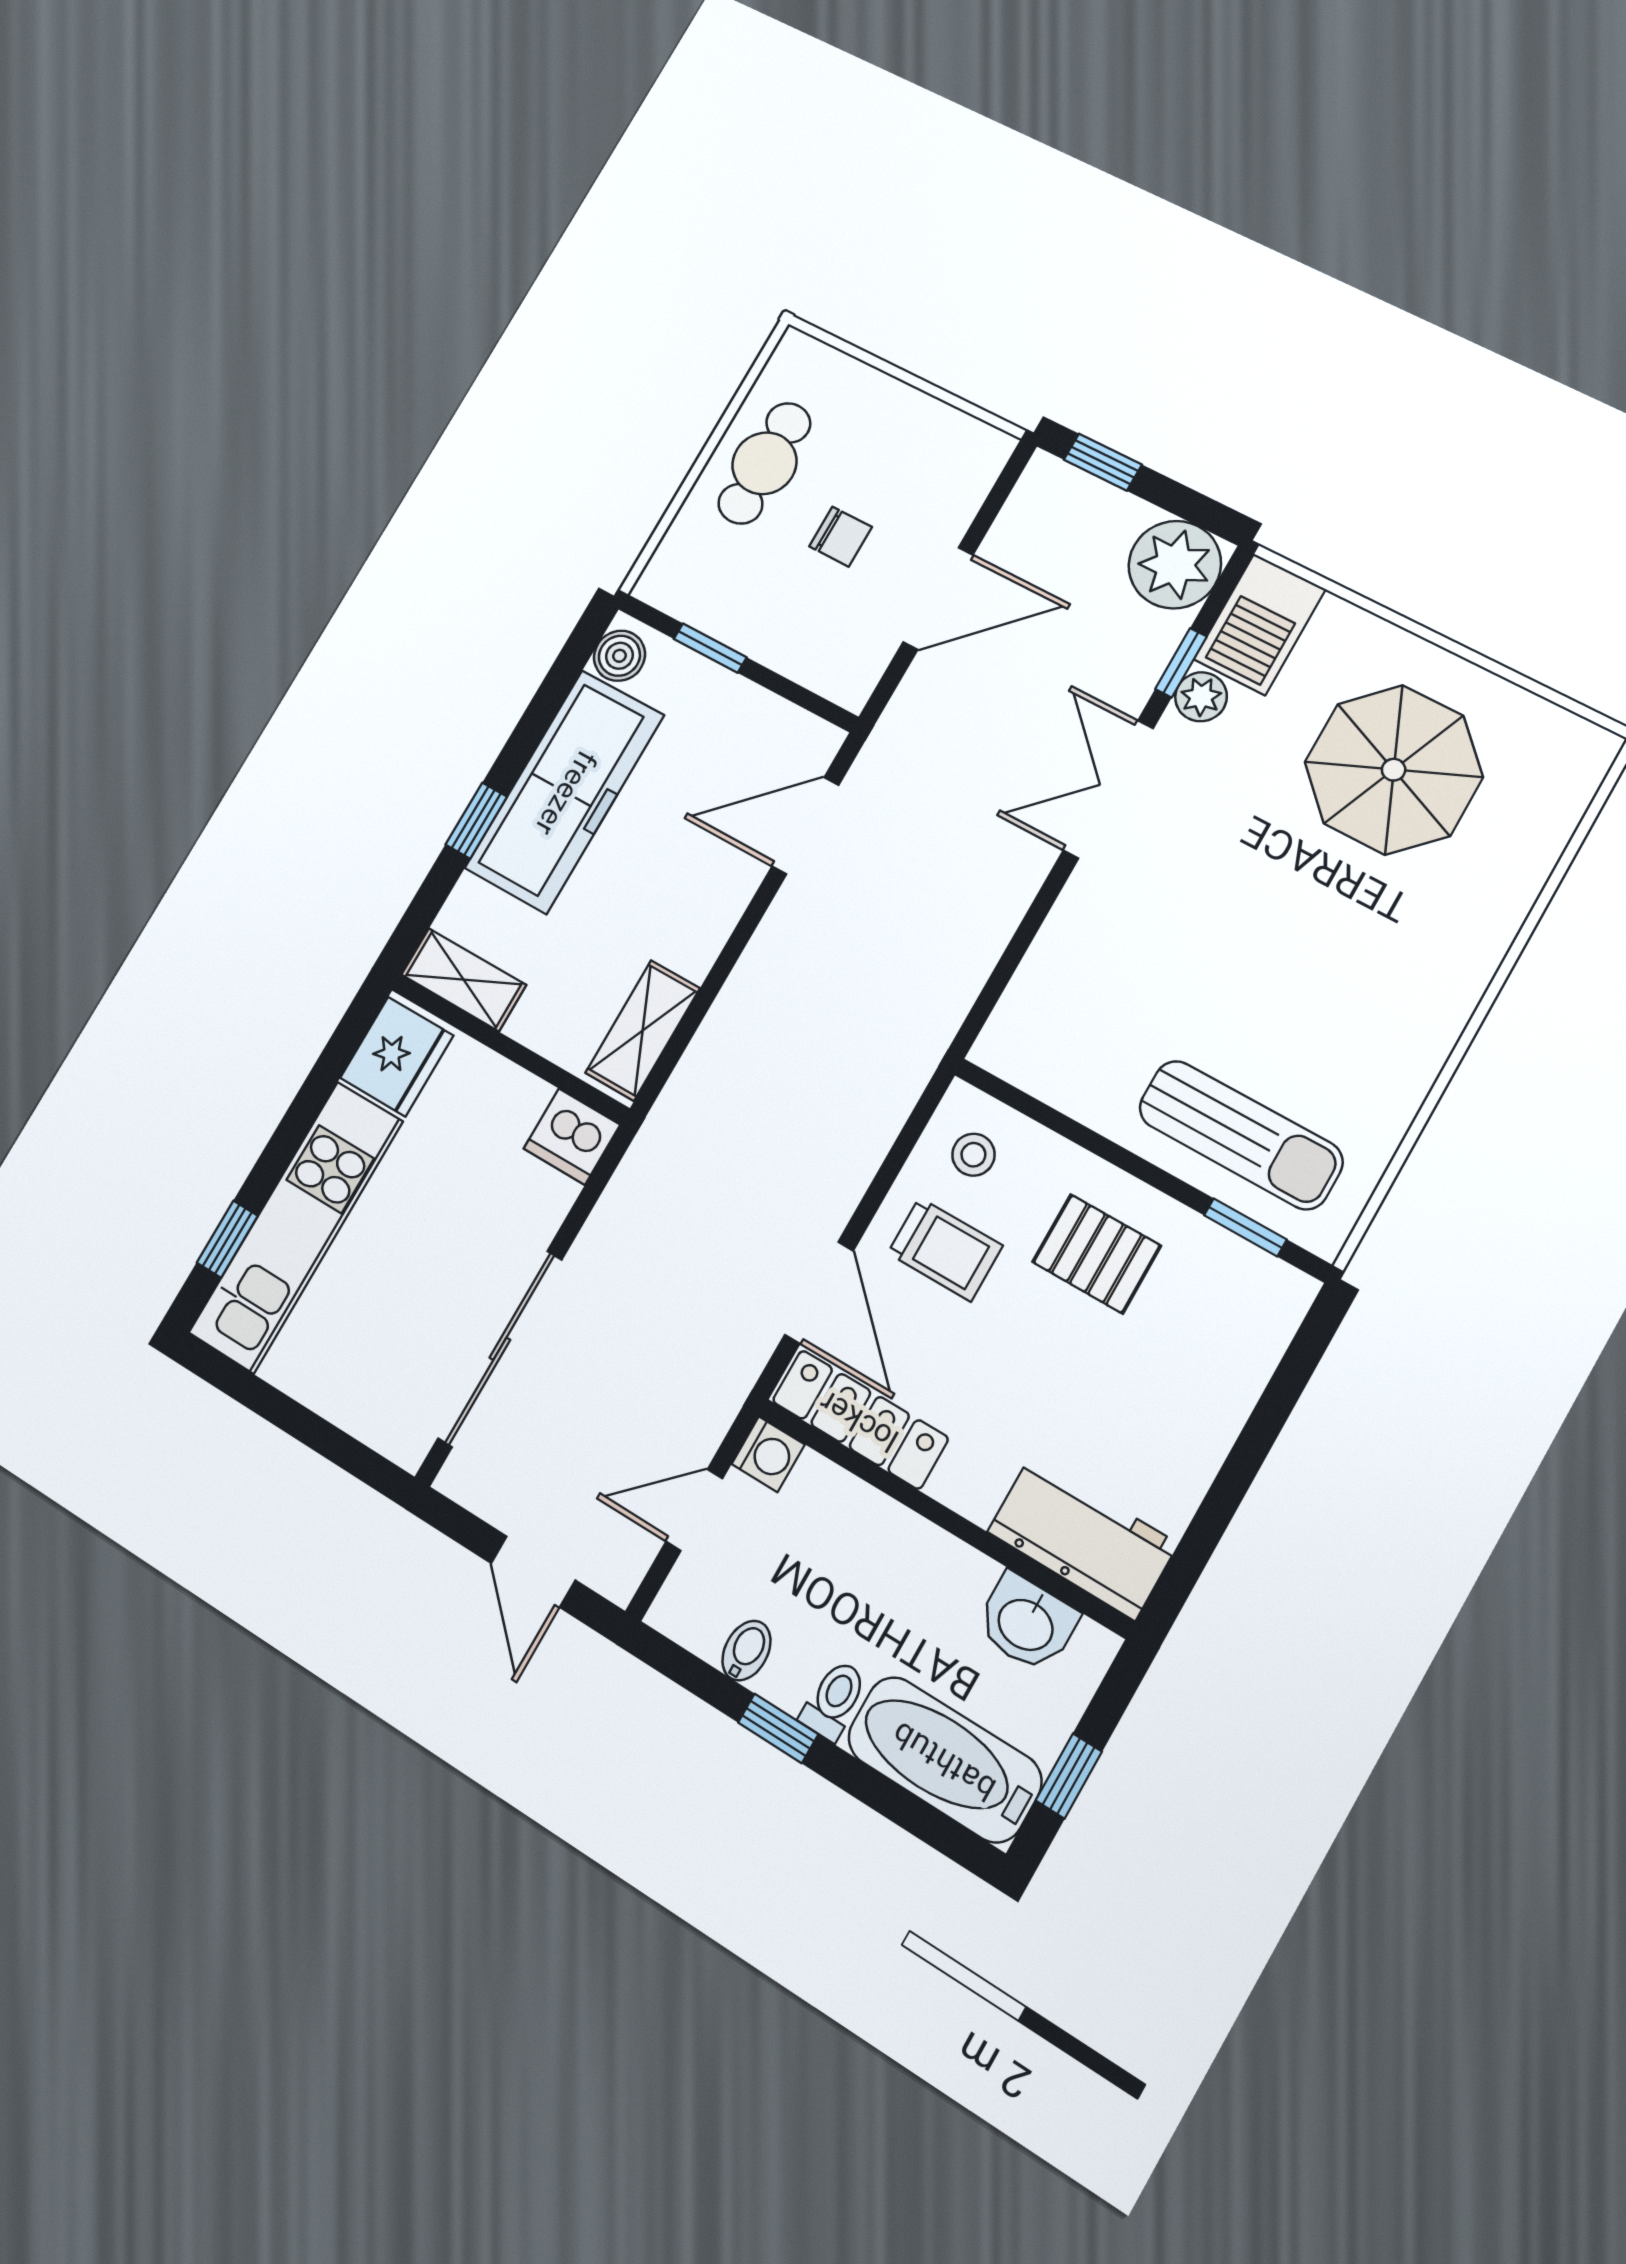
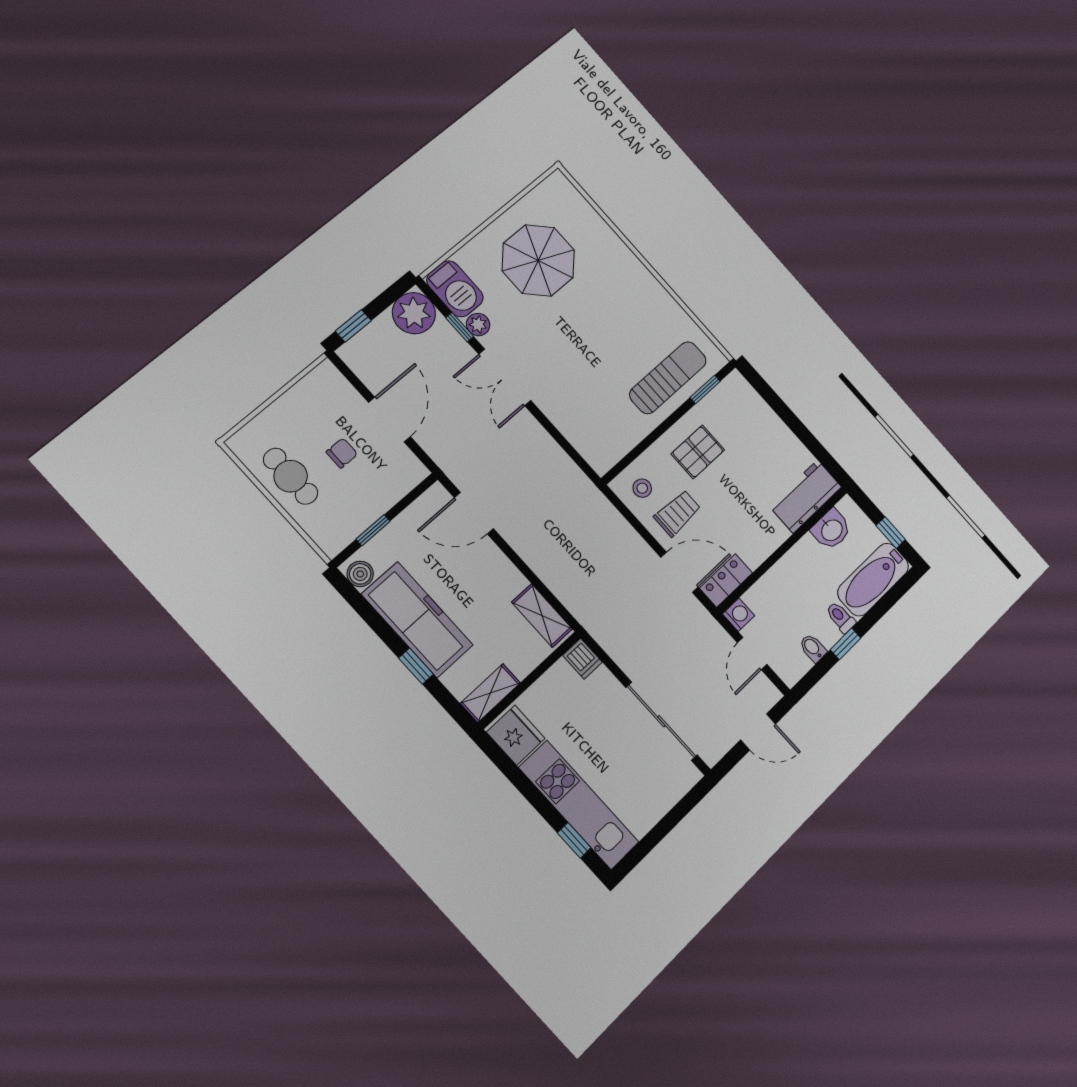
door: (805, 826) -> (474, 513), hinge flipped
dishwasher: (572, 1137) -> (582, 659), width x0.73
locker: (860, 1419) -> (726, 580), width x0.66

